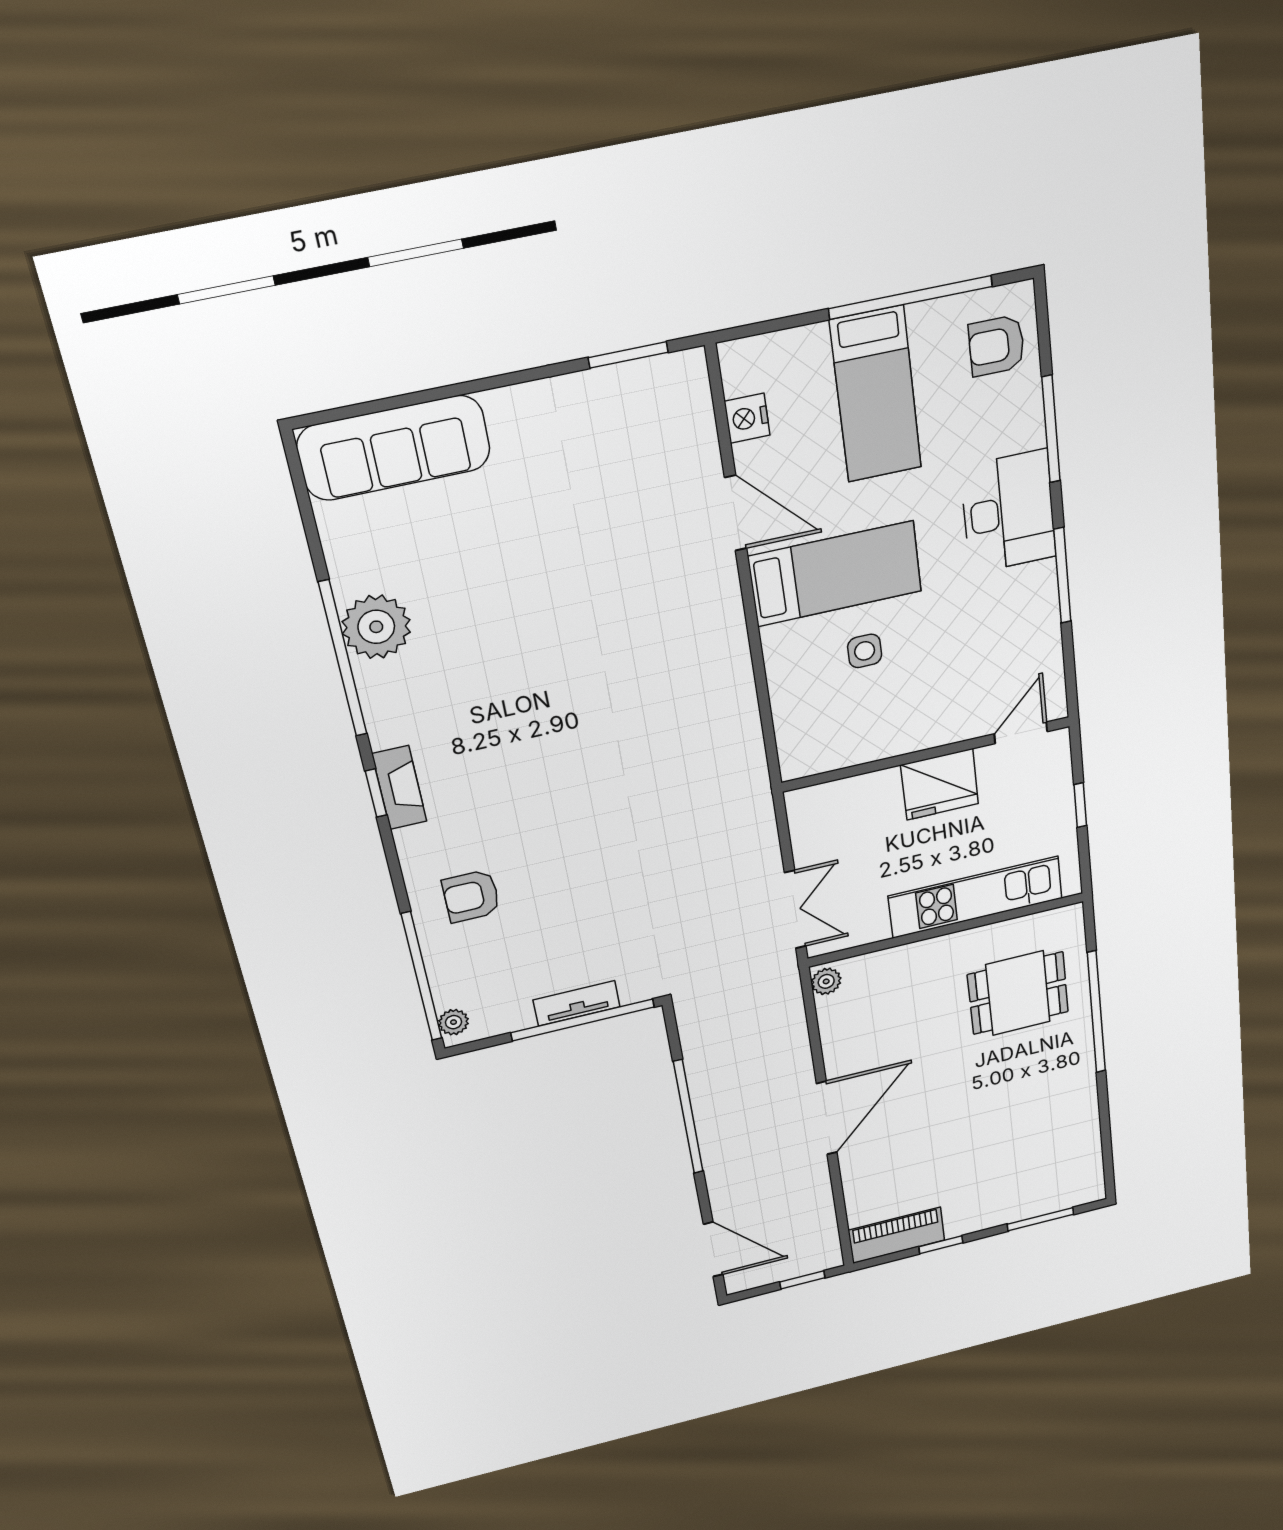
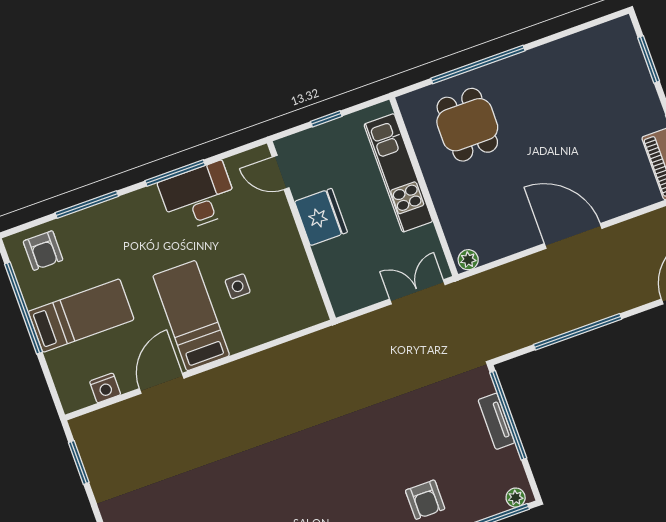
desk: (1008, 512) -> (198, 197), moved

